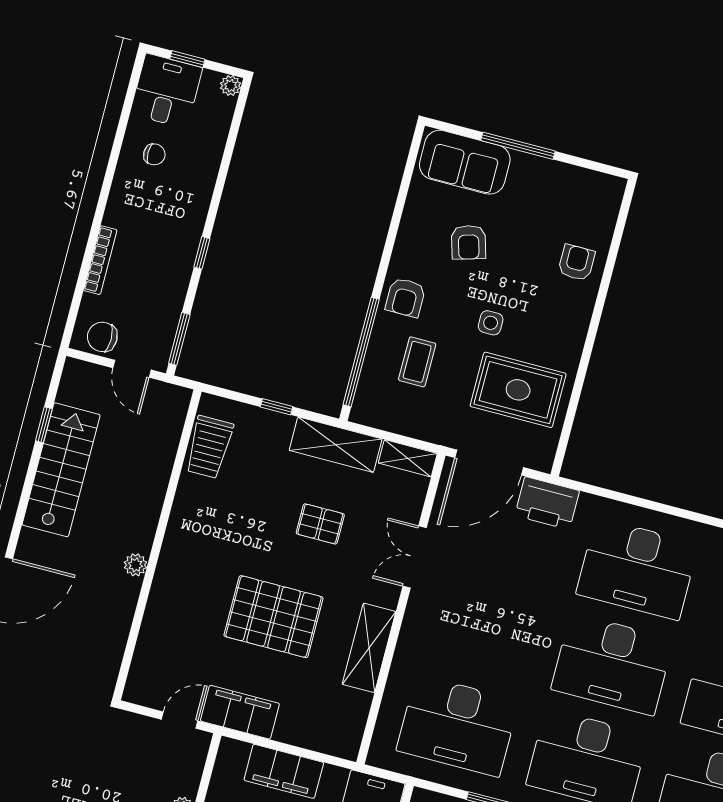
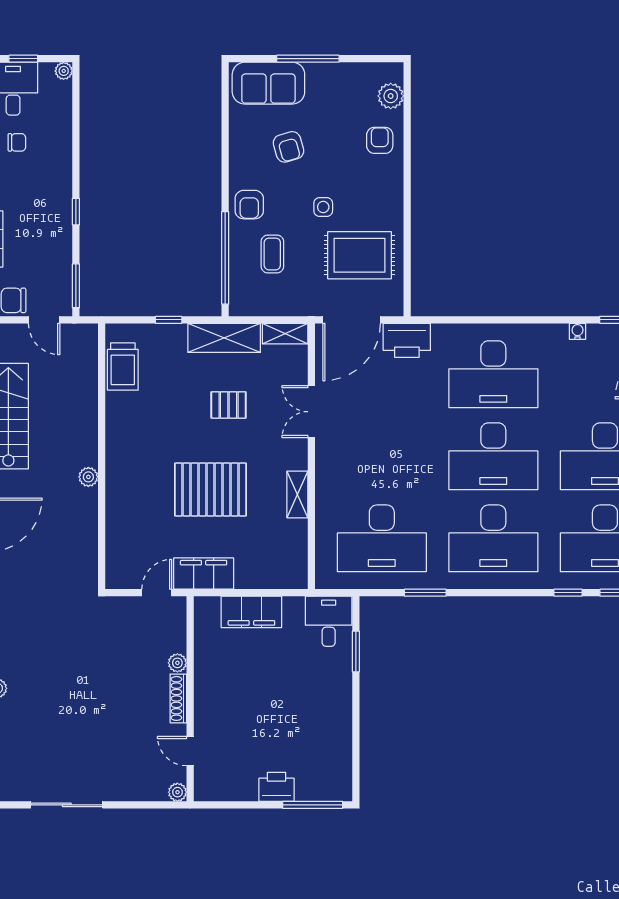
plant: (603, 214) -> (391, 96), added
shelving: (369, 648) -> (297, 494), width x0.67, depth x0.75

